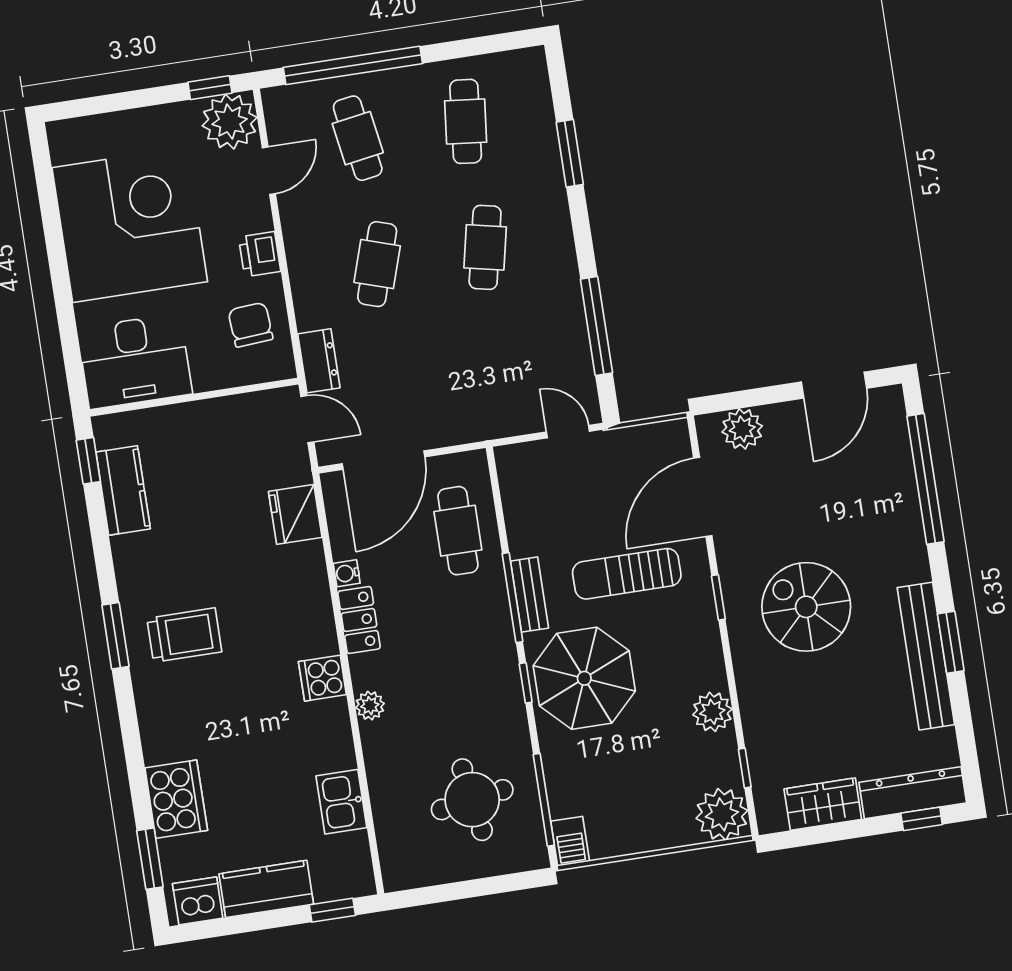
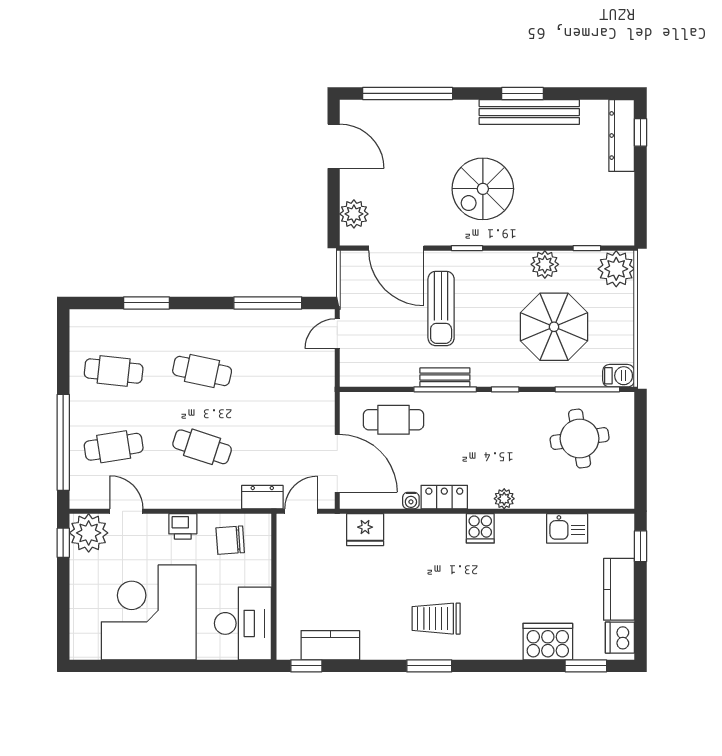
trolley: (184, 635) -> (436, 619), turned -90
parasol: (584, 678) -> (554, 327), moved
wardrobe: (823, 804) -> (620, 198), removed

